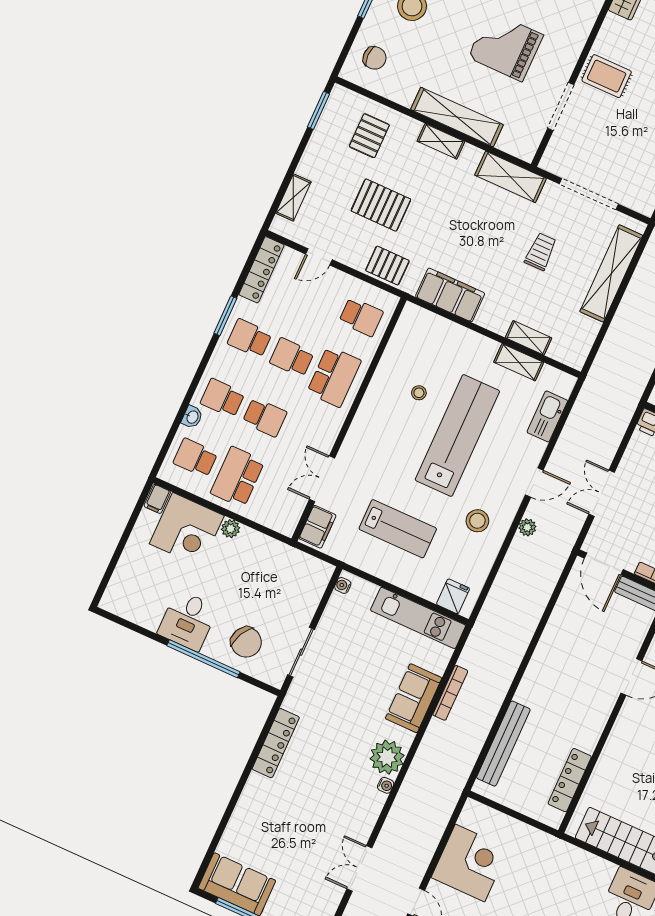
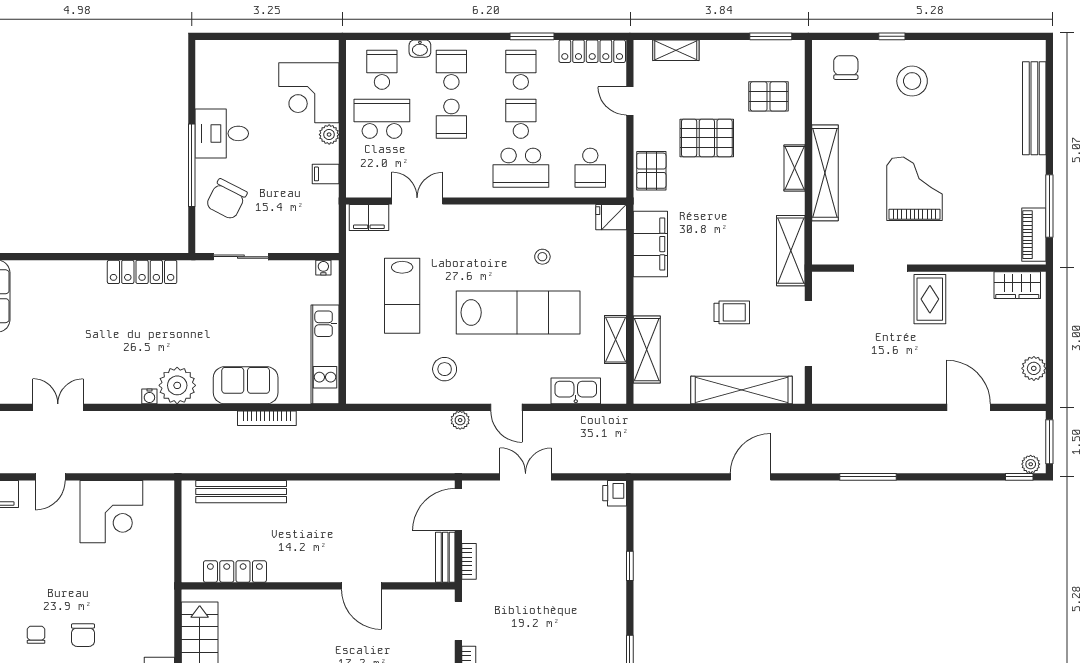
chair: (375, 58) -> (846, 68), turned 180
pallet: (381, 205) -> (707, 138), turned 90
shelving: (529, 338) -> (647, 350), width x1.50, depth x1.33
filing cabinet: (157, 499) -> (326, 174), moved
fridge: (453, 596) -> (611, 217), moved, turned 180

